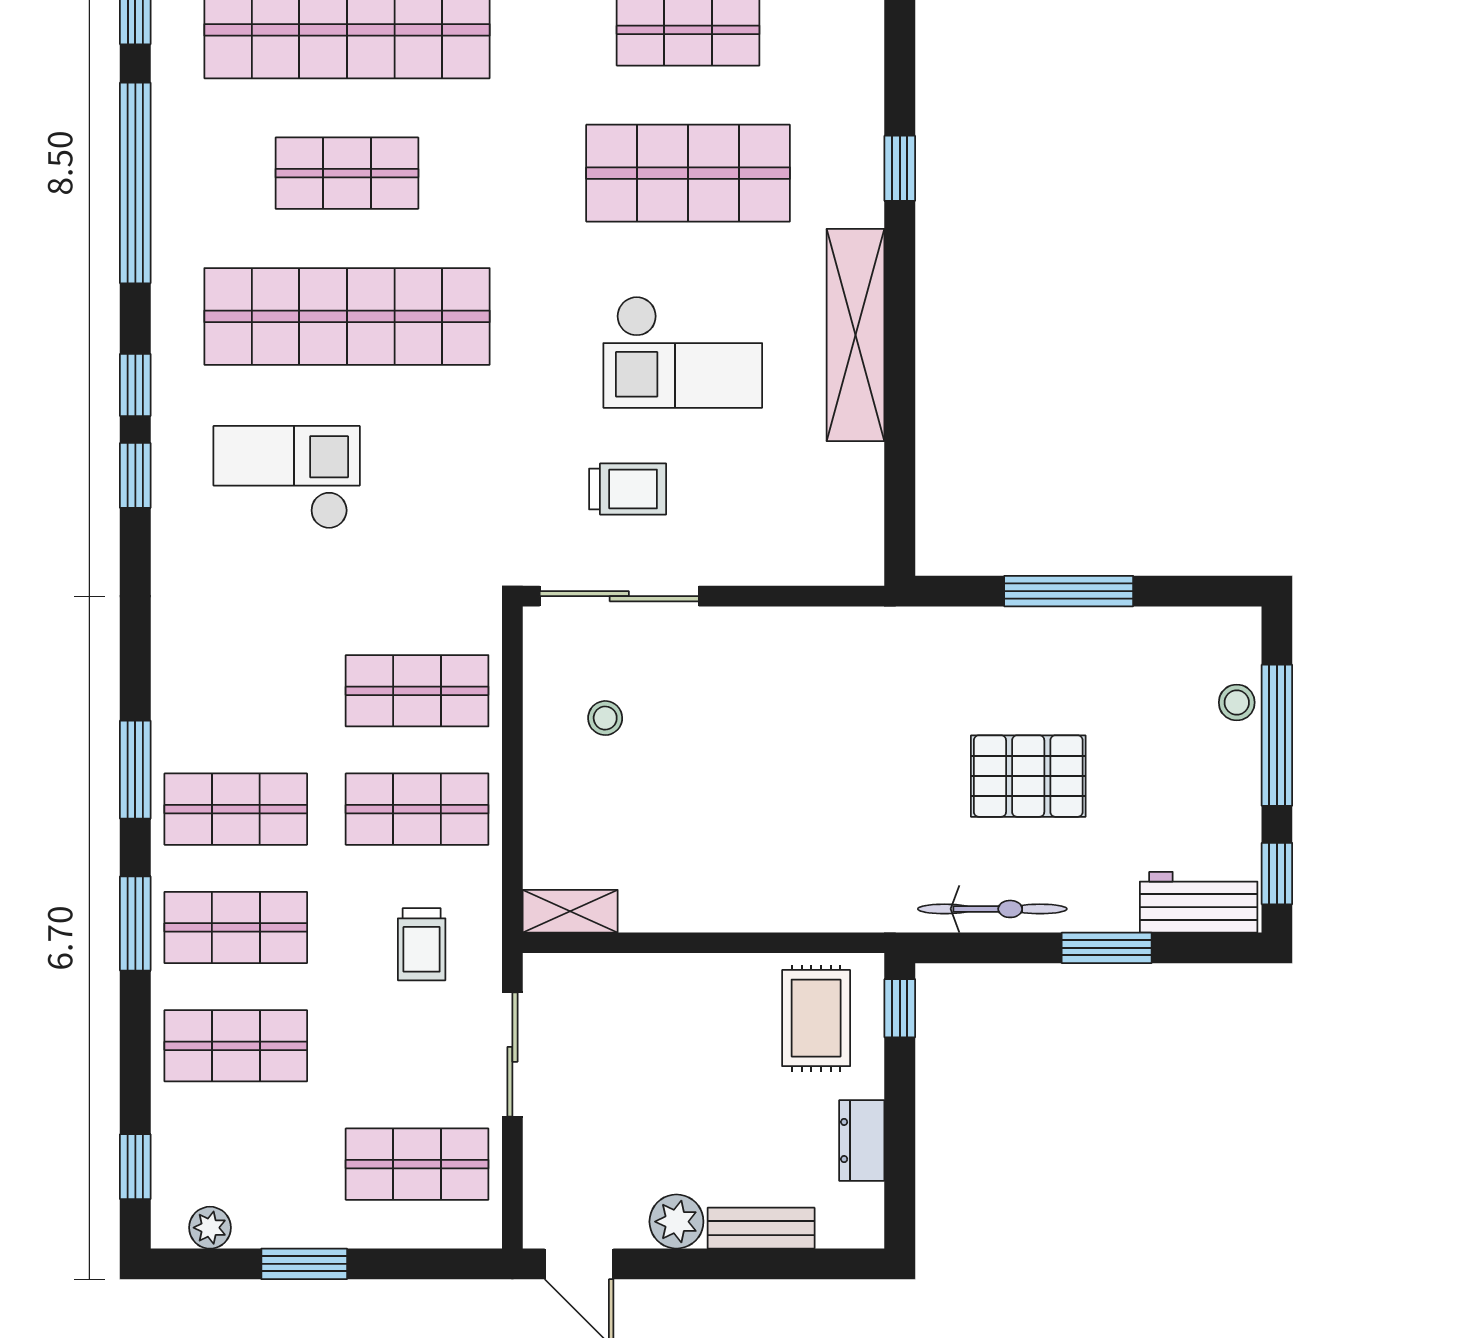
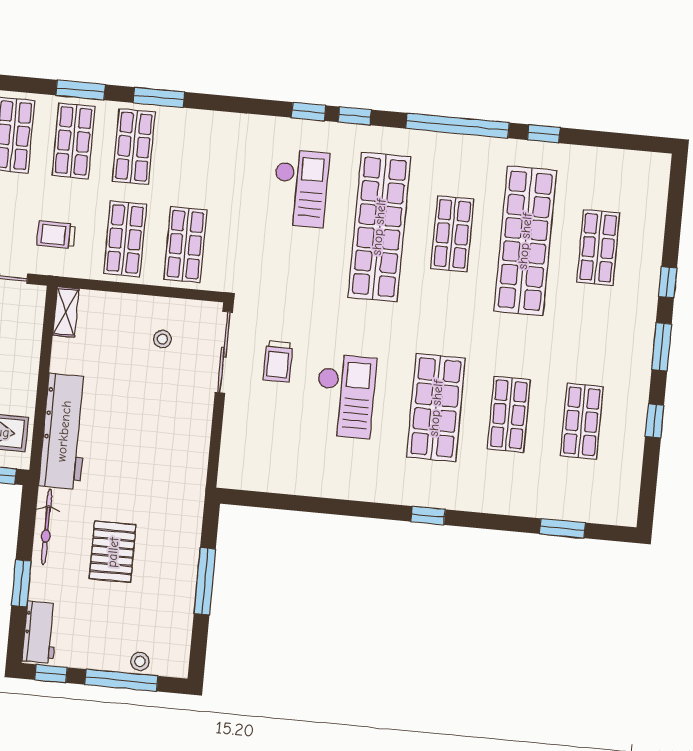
shelving: (856, 335) -> (345, 485), removed
checkout: (683, 352) -> (345, 396), turned 180
workbench: (803, 892) -> (64, 431), added

